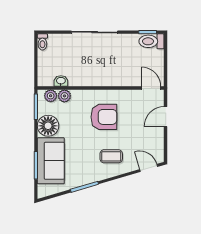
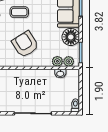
armchair: (104, 117) -> (25, 44), turned 58

